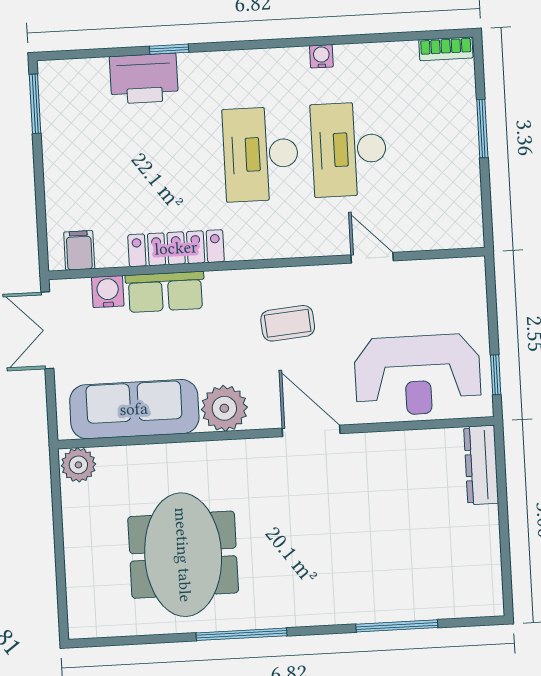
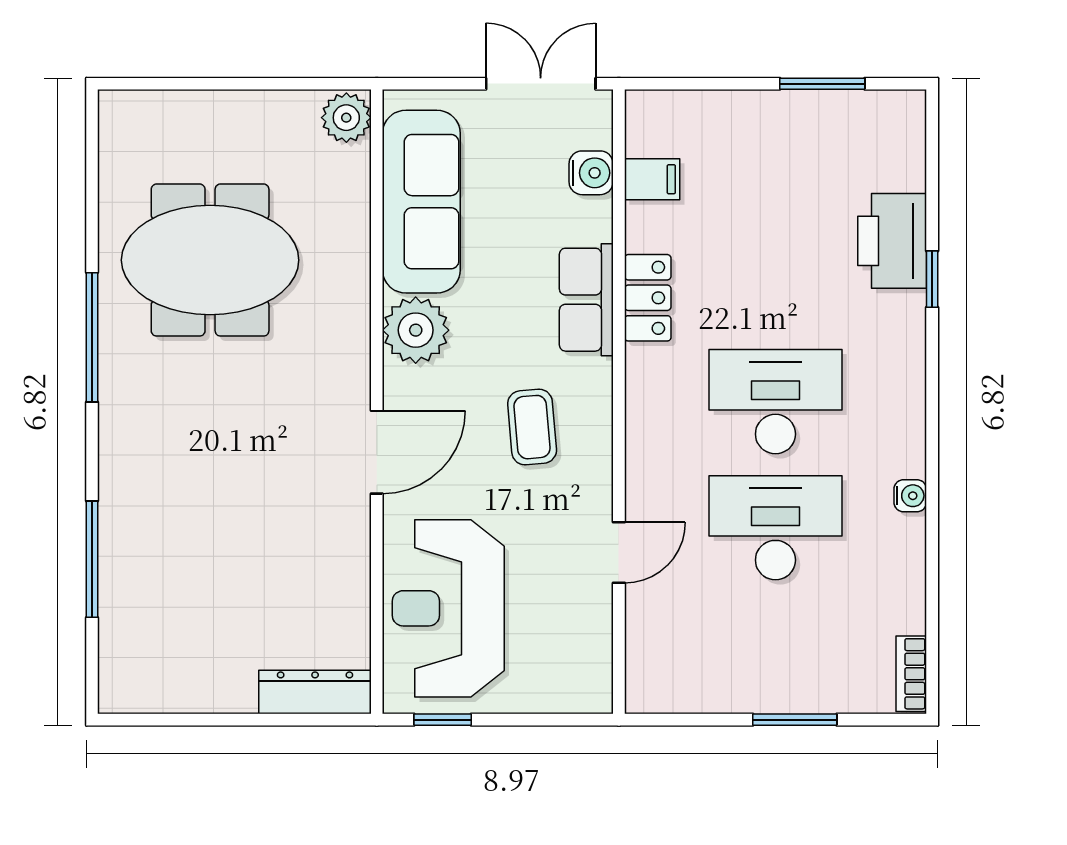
window: (35, 104) -> (822, 84), moved
locker: (176, 248) -> (648, 298), width x0.66
filing cabinet: (79, 250) -> (652, 179), moved
row of seats: (165, 292) -> (586, 300), moved

